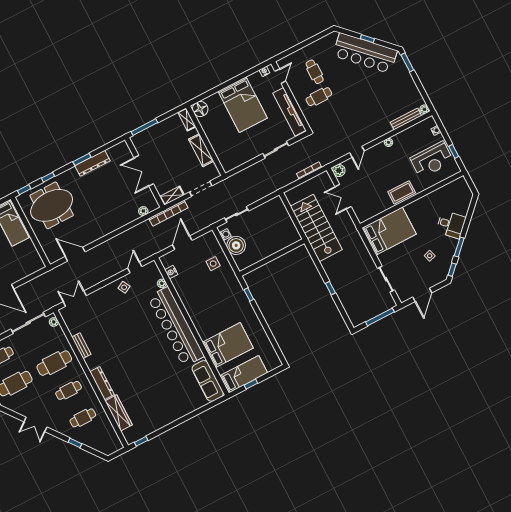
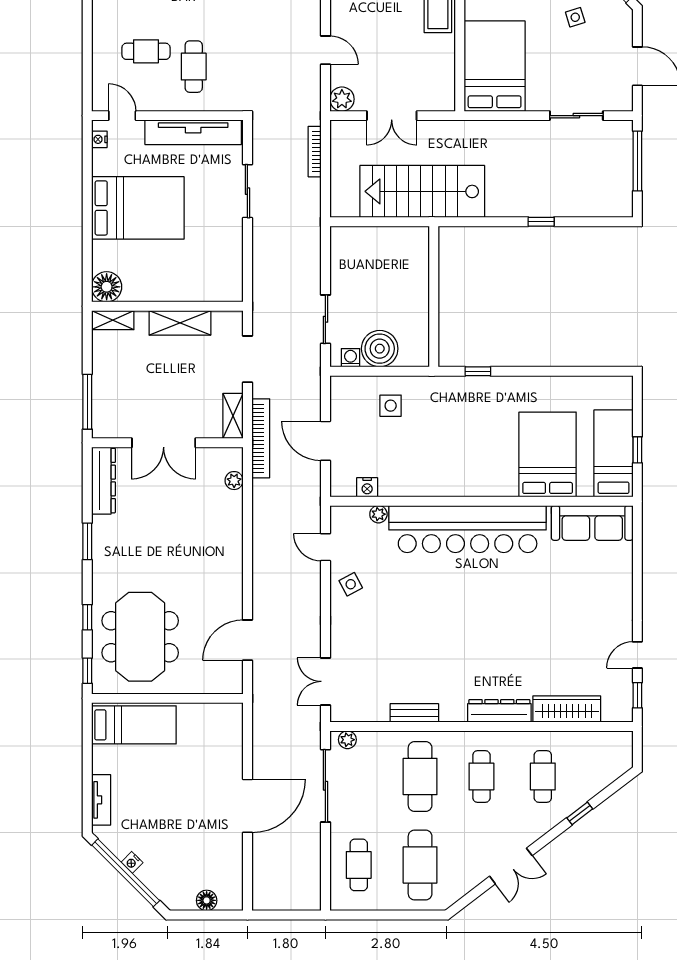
dresser: (93, 163) -> (103, 481), moved
door: (159, 432) -> (637, 655), added

